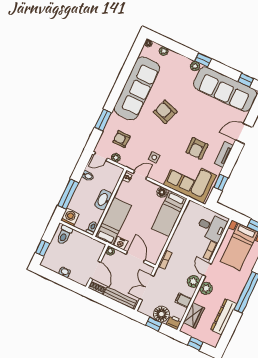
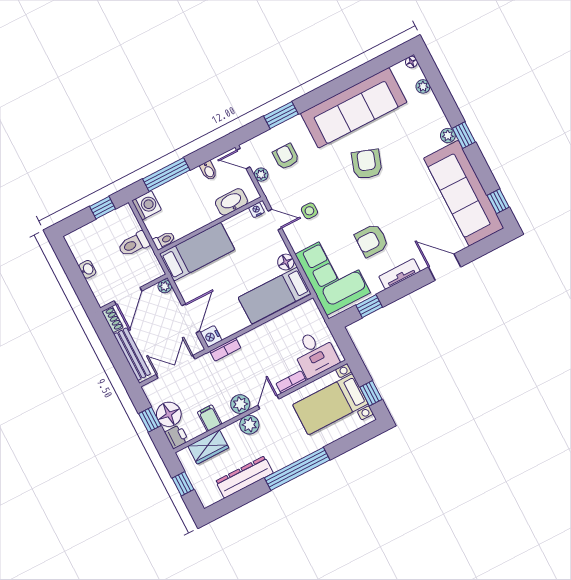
washbasin: (103, 200) -> (231, 202), moved
toilet: (64, 235) -> (134, 244), moved
nightstand: (121, 243) -> (211, 337), moved
window: (43, 248) -> (102, 208), moved

